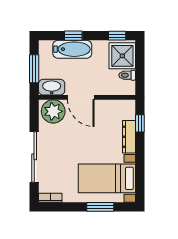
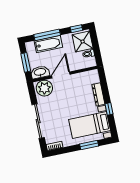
window: (73, 36) -> (47, 35), width x2.17
door: (81, 97) -> (61, 75), swing flipped
window: (140, 123) -> (109, 109), moved

